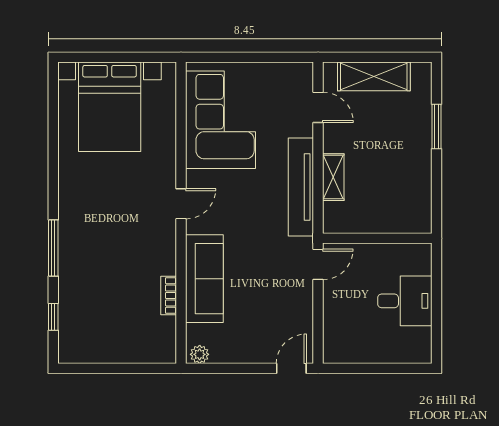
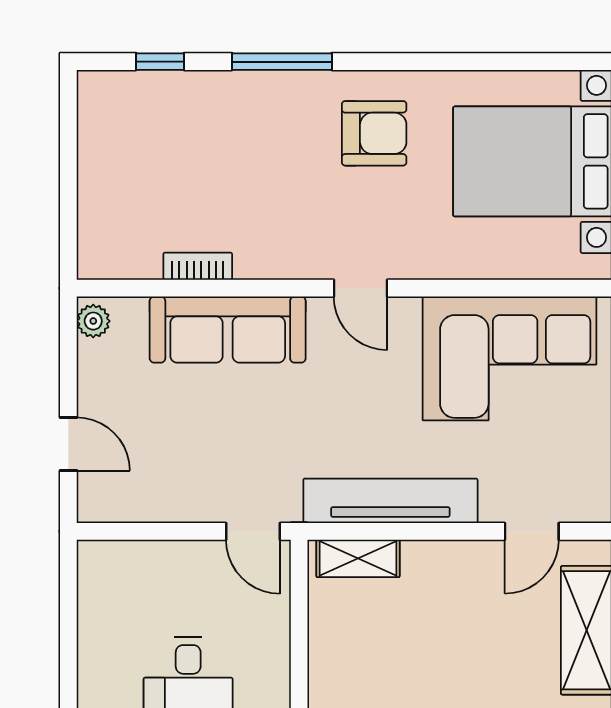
shelving: (333, 177) -> (358, 558), moved
armchair: (94, 196) -> (374, 133), added
door: (291, 368) -> (68, 444), moved

